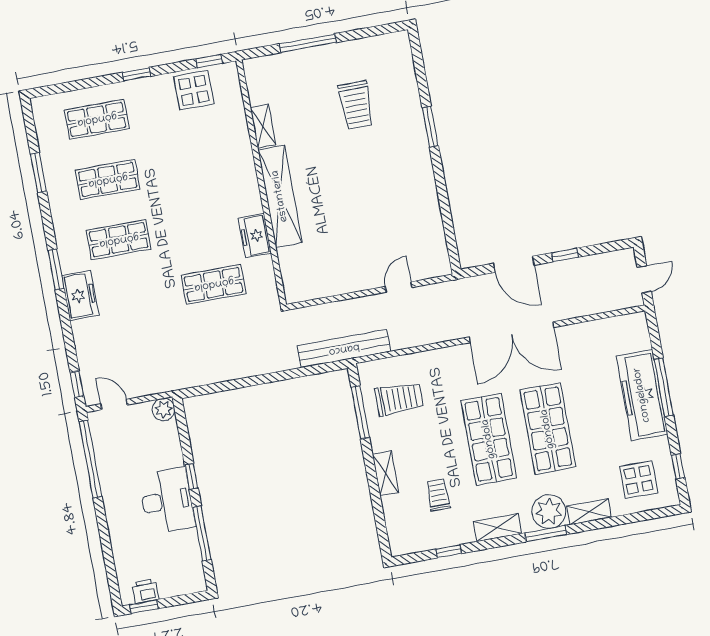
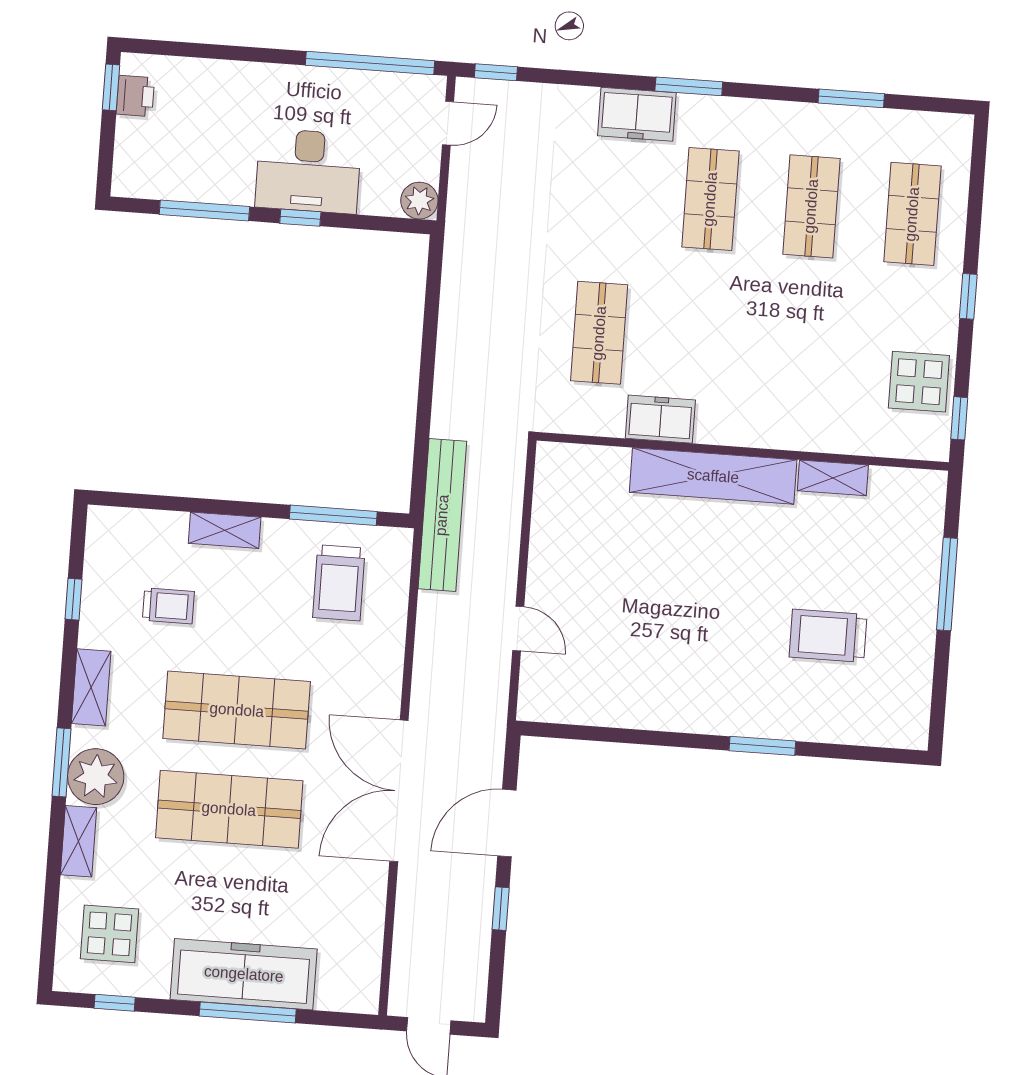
desk: (167, 501) -> (308, 171), moved

